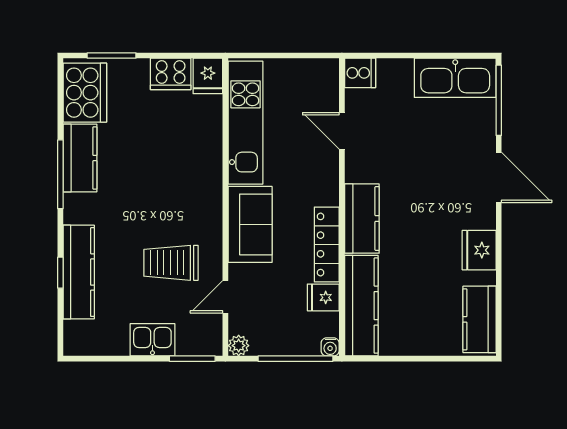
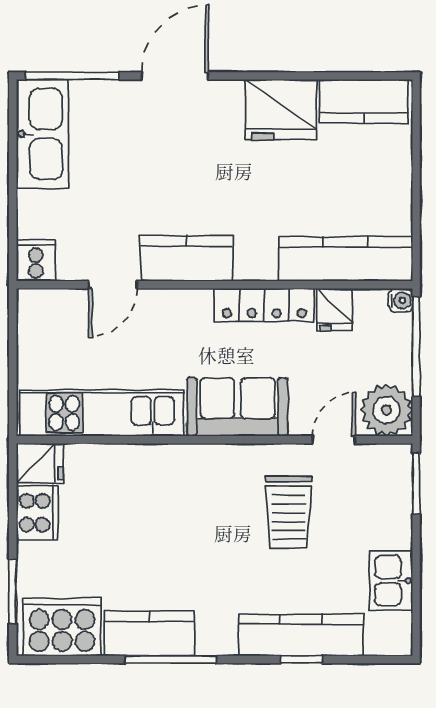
kitchen counter: (362, 219) -> (187, 258), moved
fridge: (479, 250) -> (281, 110), width x1.36, depth x1.34
door: (225, 297) -> (334, 440), swing flipped
kitchen sink: (152, 340) -> (391, 581), moved
plant: (239, 346) -> (387, 410), width x1.87, depth x1.87

